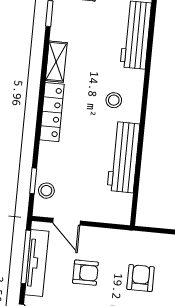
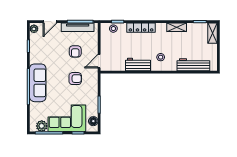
locker: (52, 112) -> (141, 28), moved
workbench: (123, 157) -> (138, 65), width x0.73
door: (67, 222) -> (99, 61), moved

